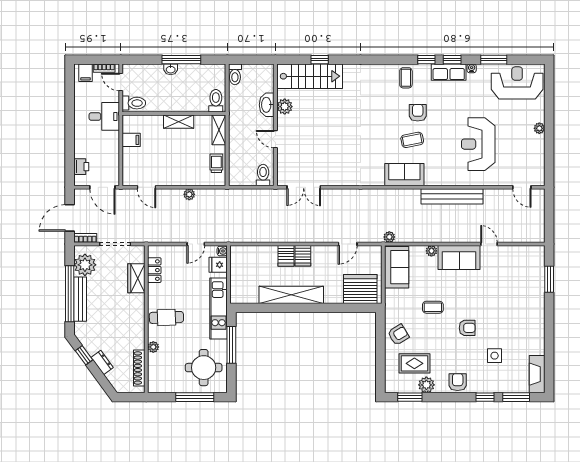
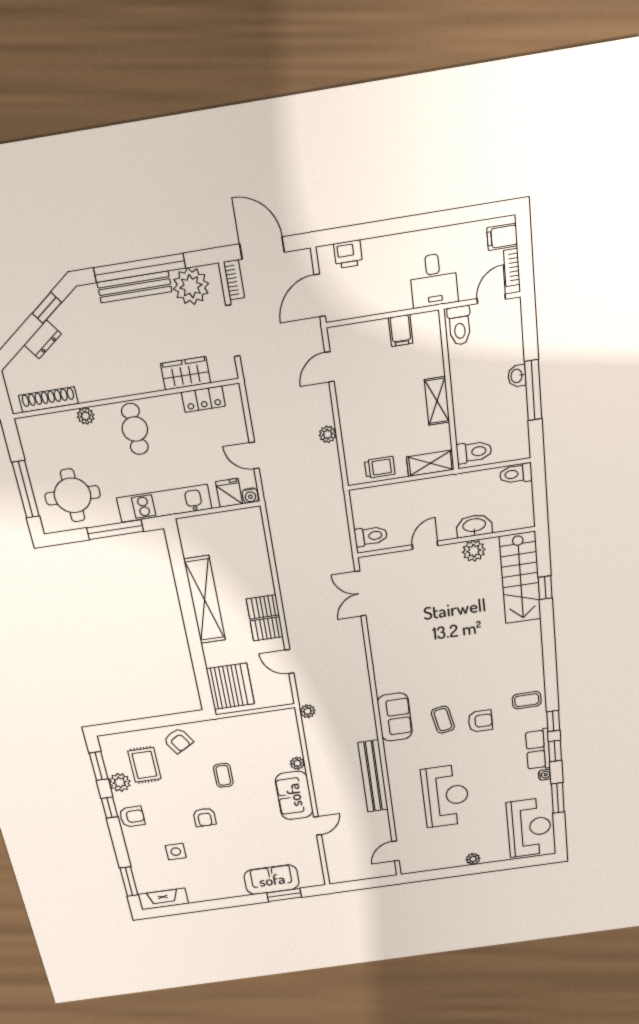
reception desk: (478, 144) -> (446, 796), turned 90
server rack: (286, 256) -> (267, 629), moved
sofa: (397, 267) -> (272, 880), moved, turned 180
window: (485, 397) -> (110, 808), moved

